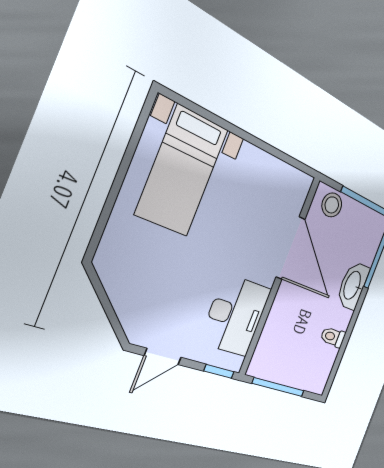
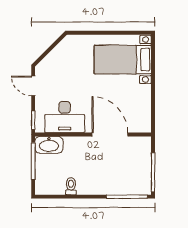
stool: (332, 205) -> (142, 150), removed
door: (290, 248) -> (110, 134), swing flipped
washbasin: (353, 285) -> (49, 145), moved, turned 180

